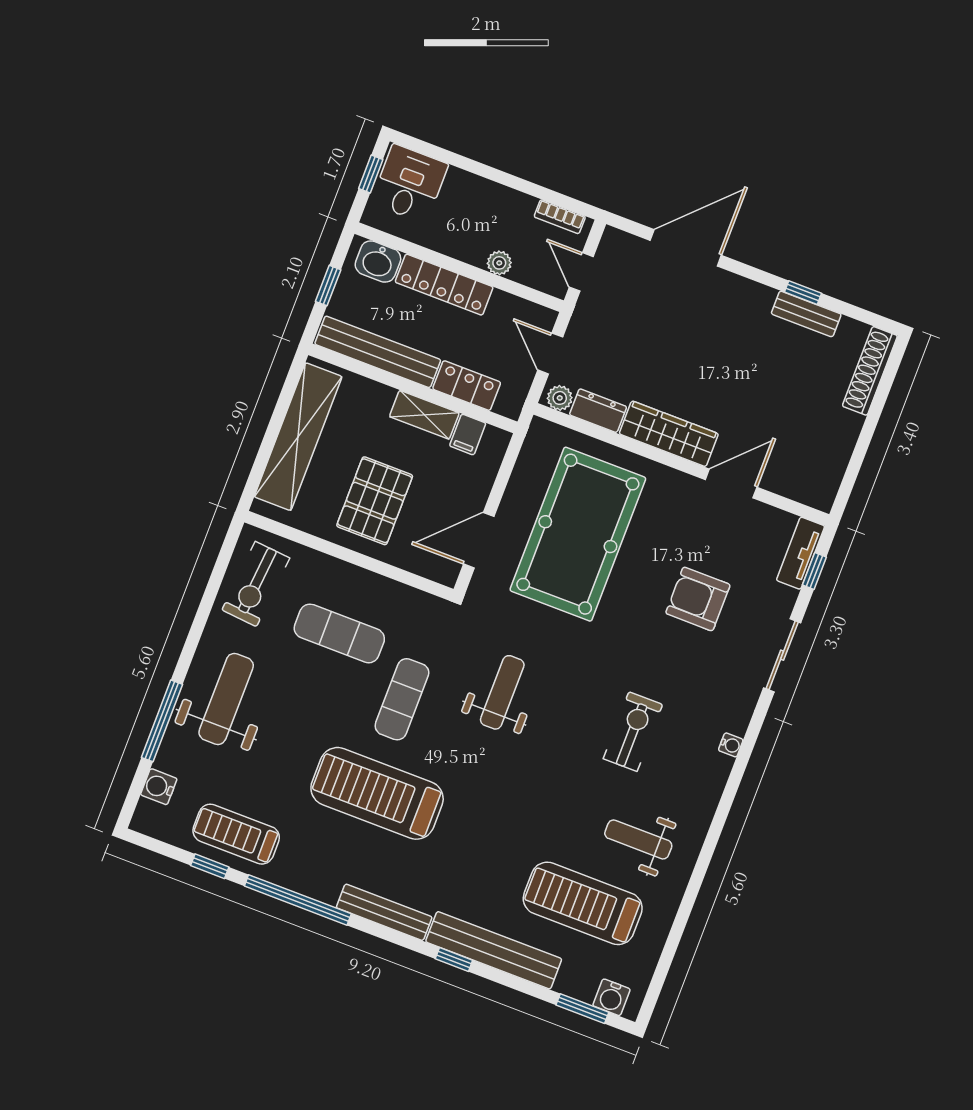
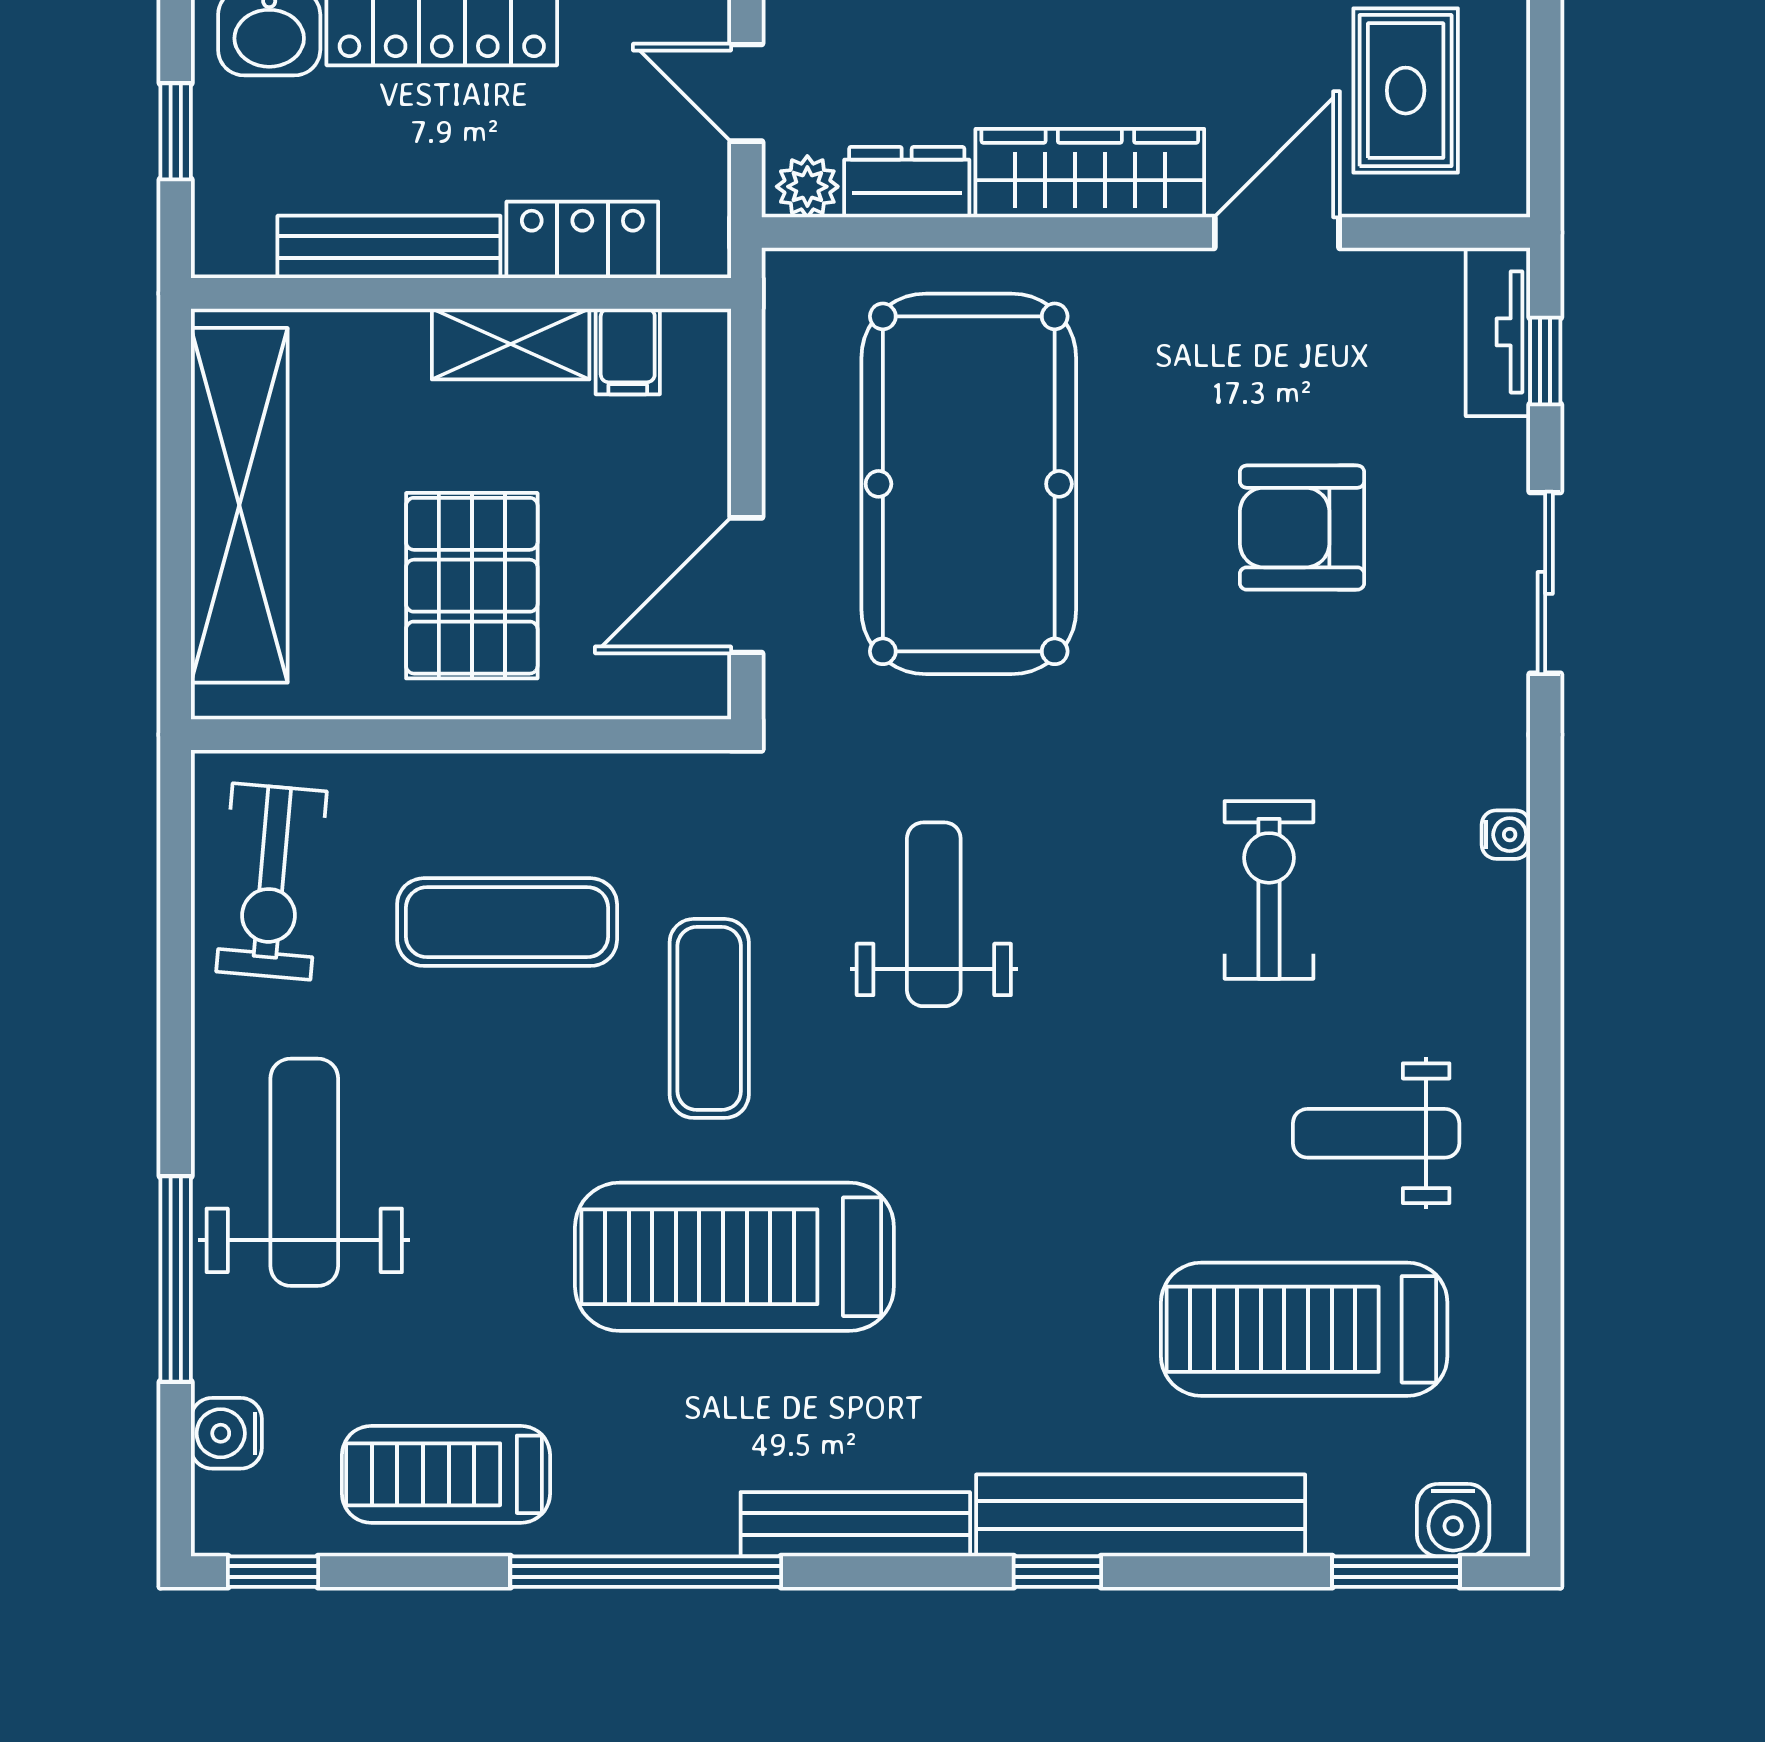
bench: (378, 352) -> (389, 247), width x0.73, depth x0.82
rug: (801, 448) -> (1406, 91), added
window: (210, 866) -> (273, 1572), moved

